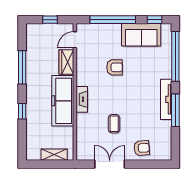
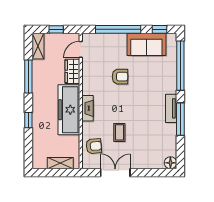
shelving: (32, 37) -> (38, 46), added
tv unit: (166, 99) -> (171, 108), width x0.71
armchair: (142, 148) -> (94, 146), moved
floor lamp: (166, 154) -> (170, 163), added

